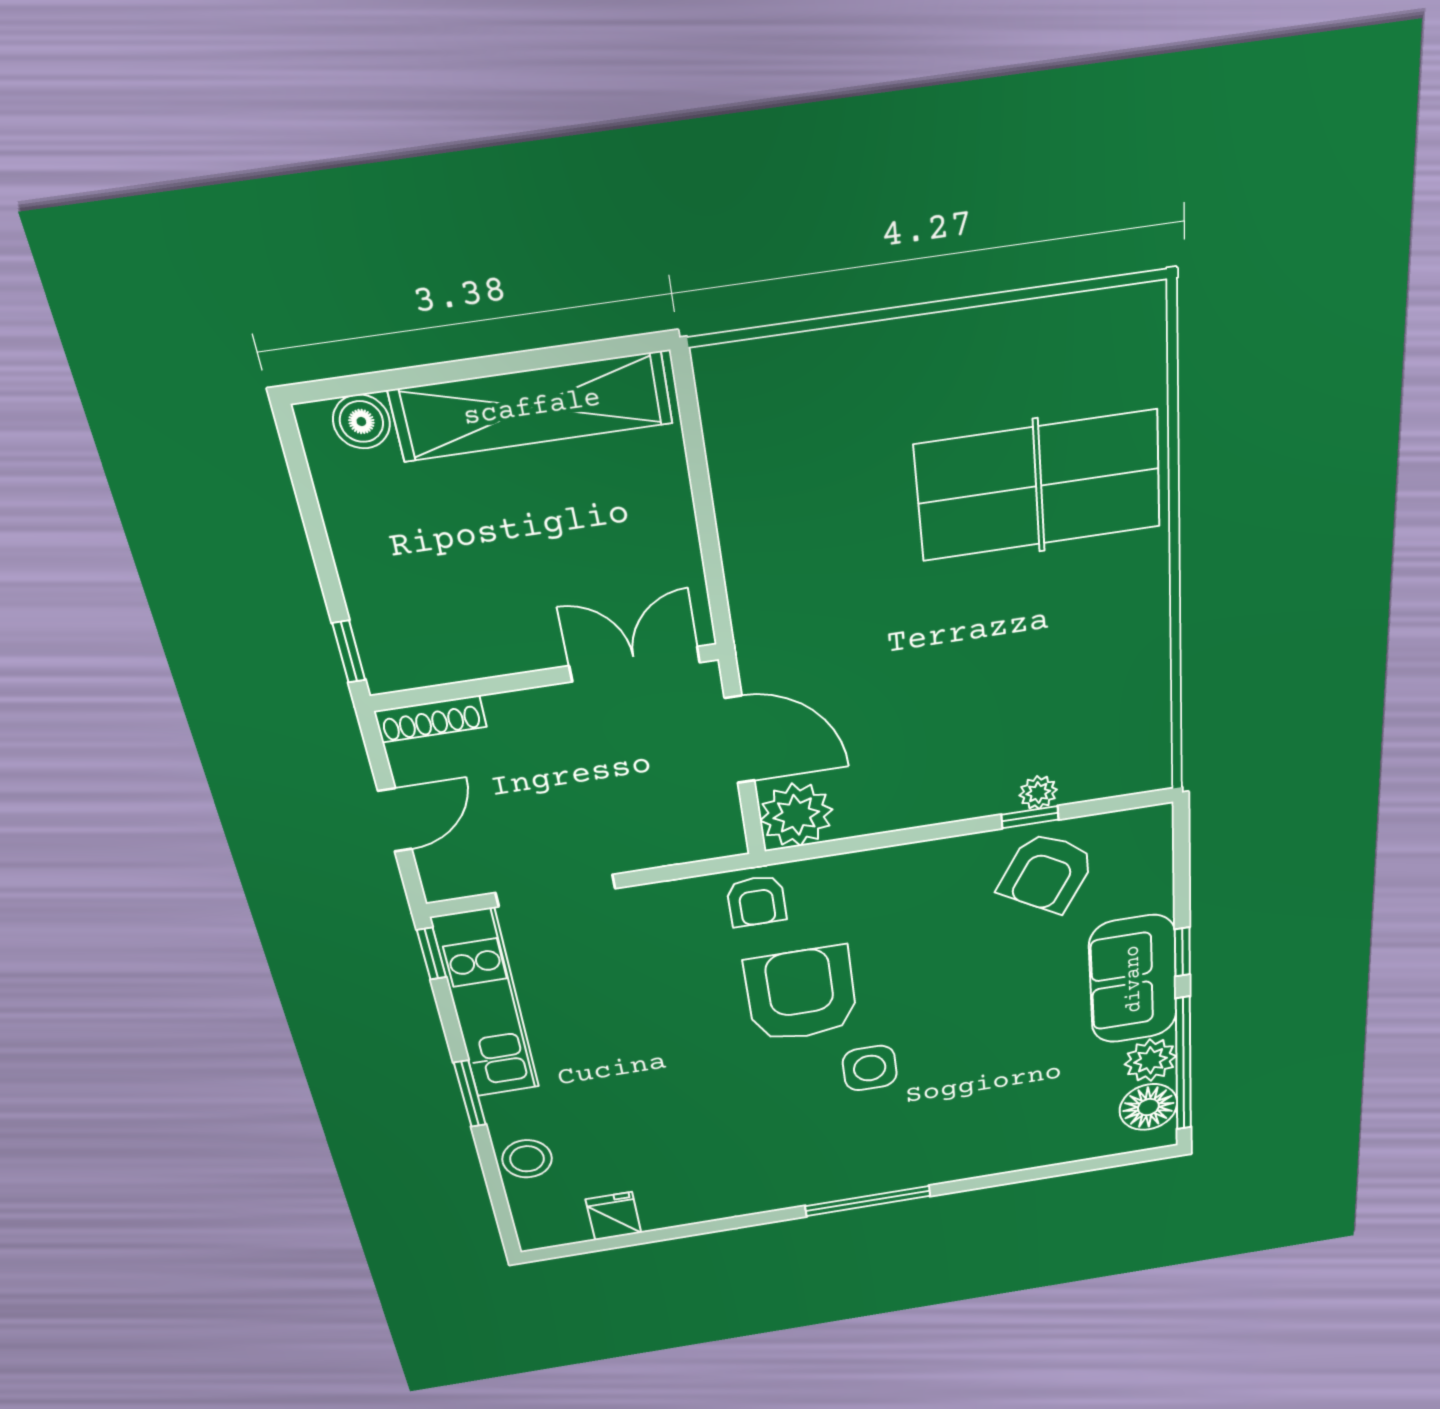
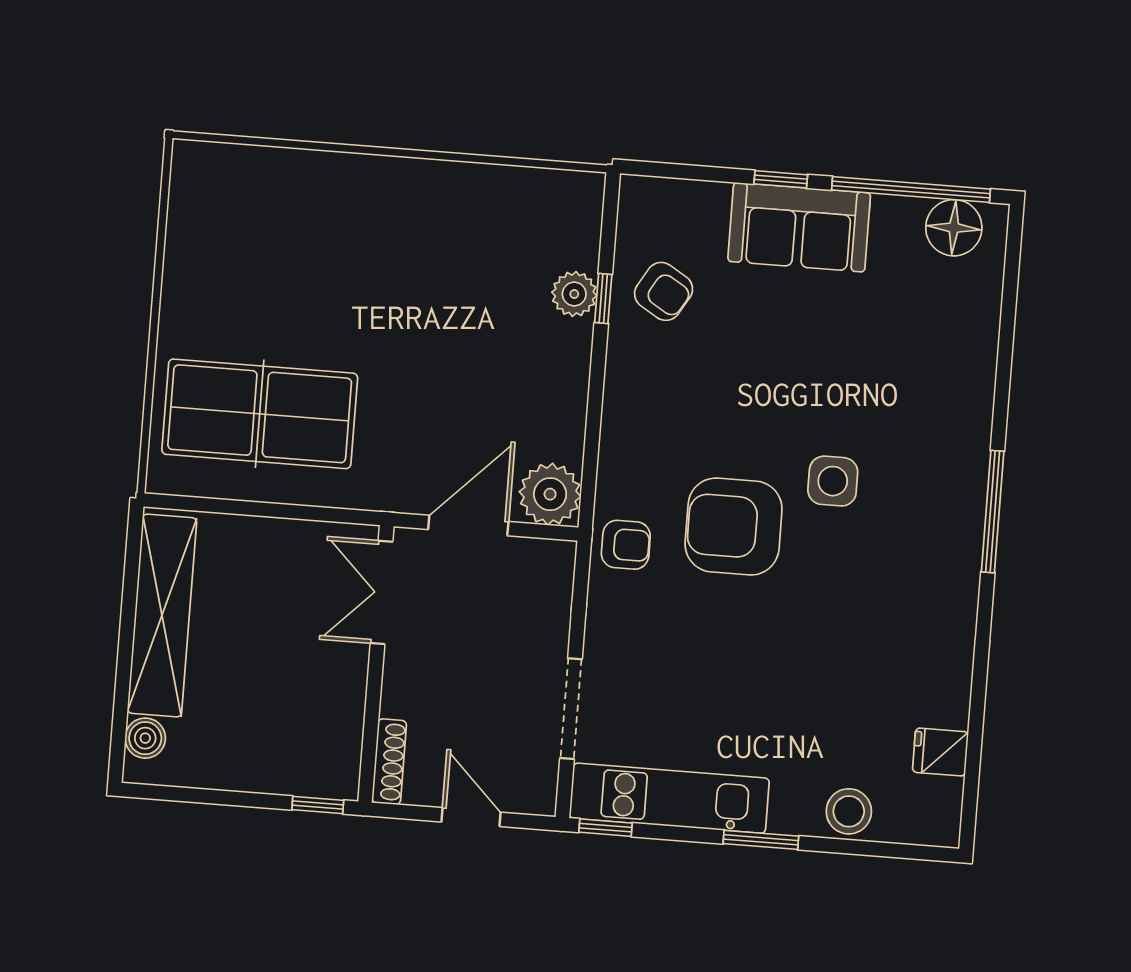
table tennis table: (1039, 486) -> (260, 414), moved, turned 90
plant: (1038, 793) -> (574, 294), width x1.38, depth x1.38
armchair: (1047, 873) -> (664, 291), width x0.72, depth x0.72
plant: (1150, 1060) -> (897, 220), removed

